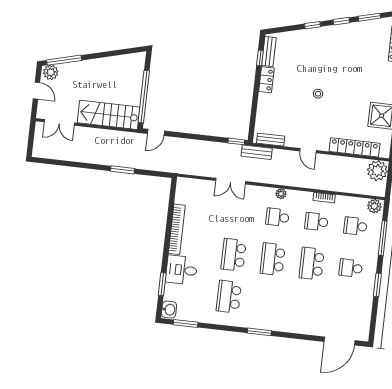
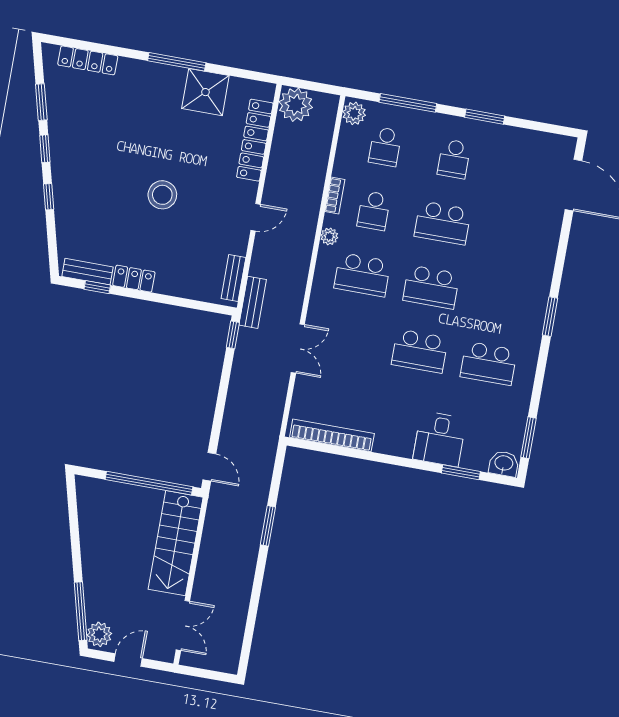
stool: (318, 94) -> (162, 195), width x1.89, depth x1.89
plant: (281, 194) -> (329, 236), moved
school desk: (277, 217) -> (362, 275), width x1.85
bookcase: (177, 229) -> (332, 435), moved

